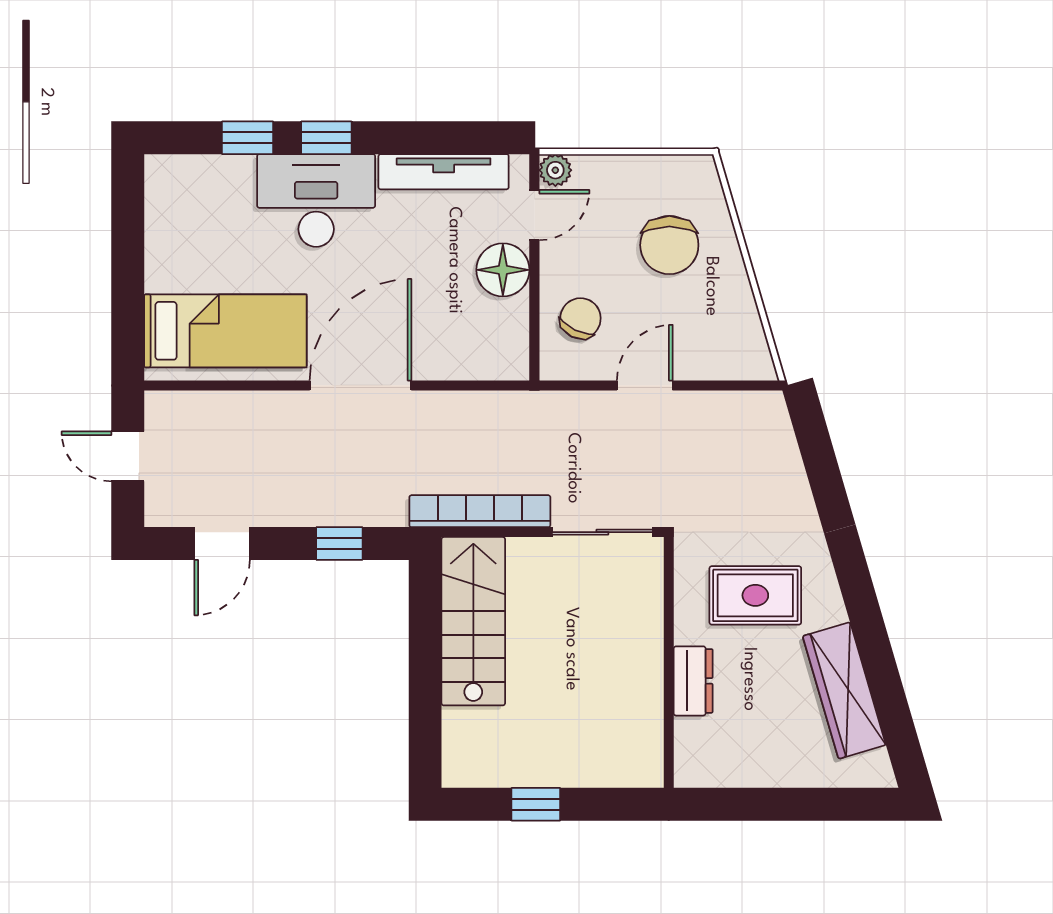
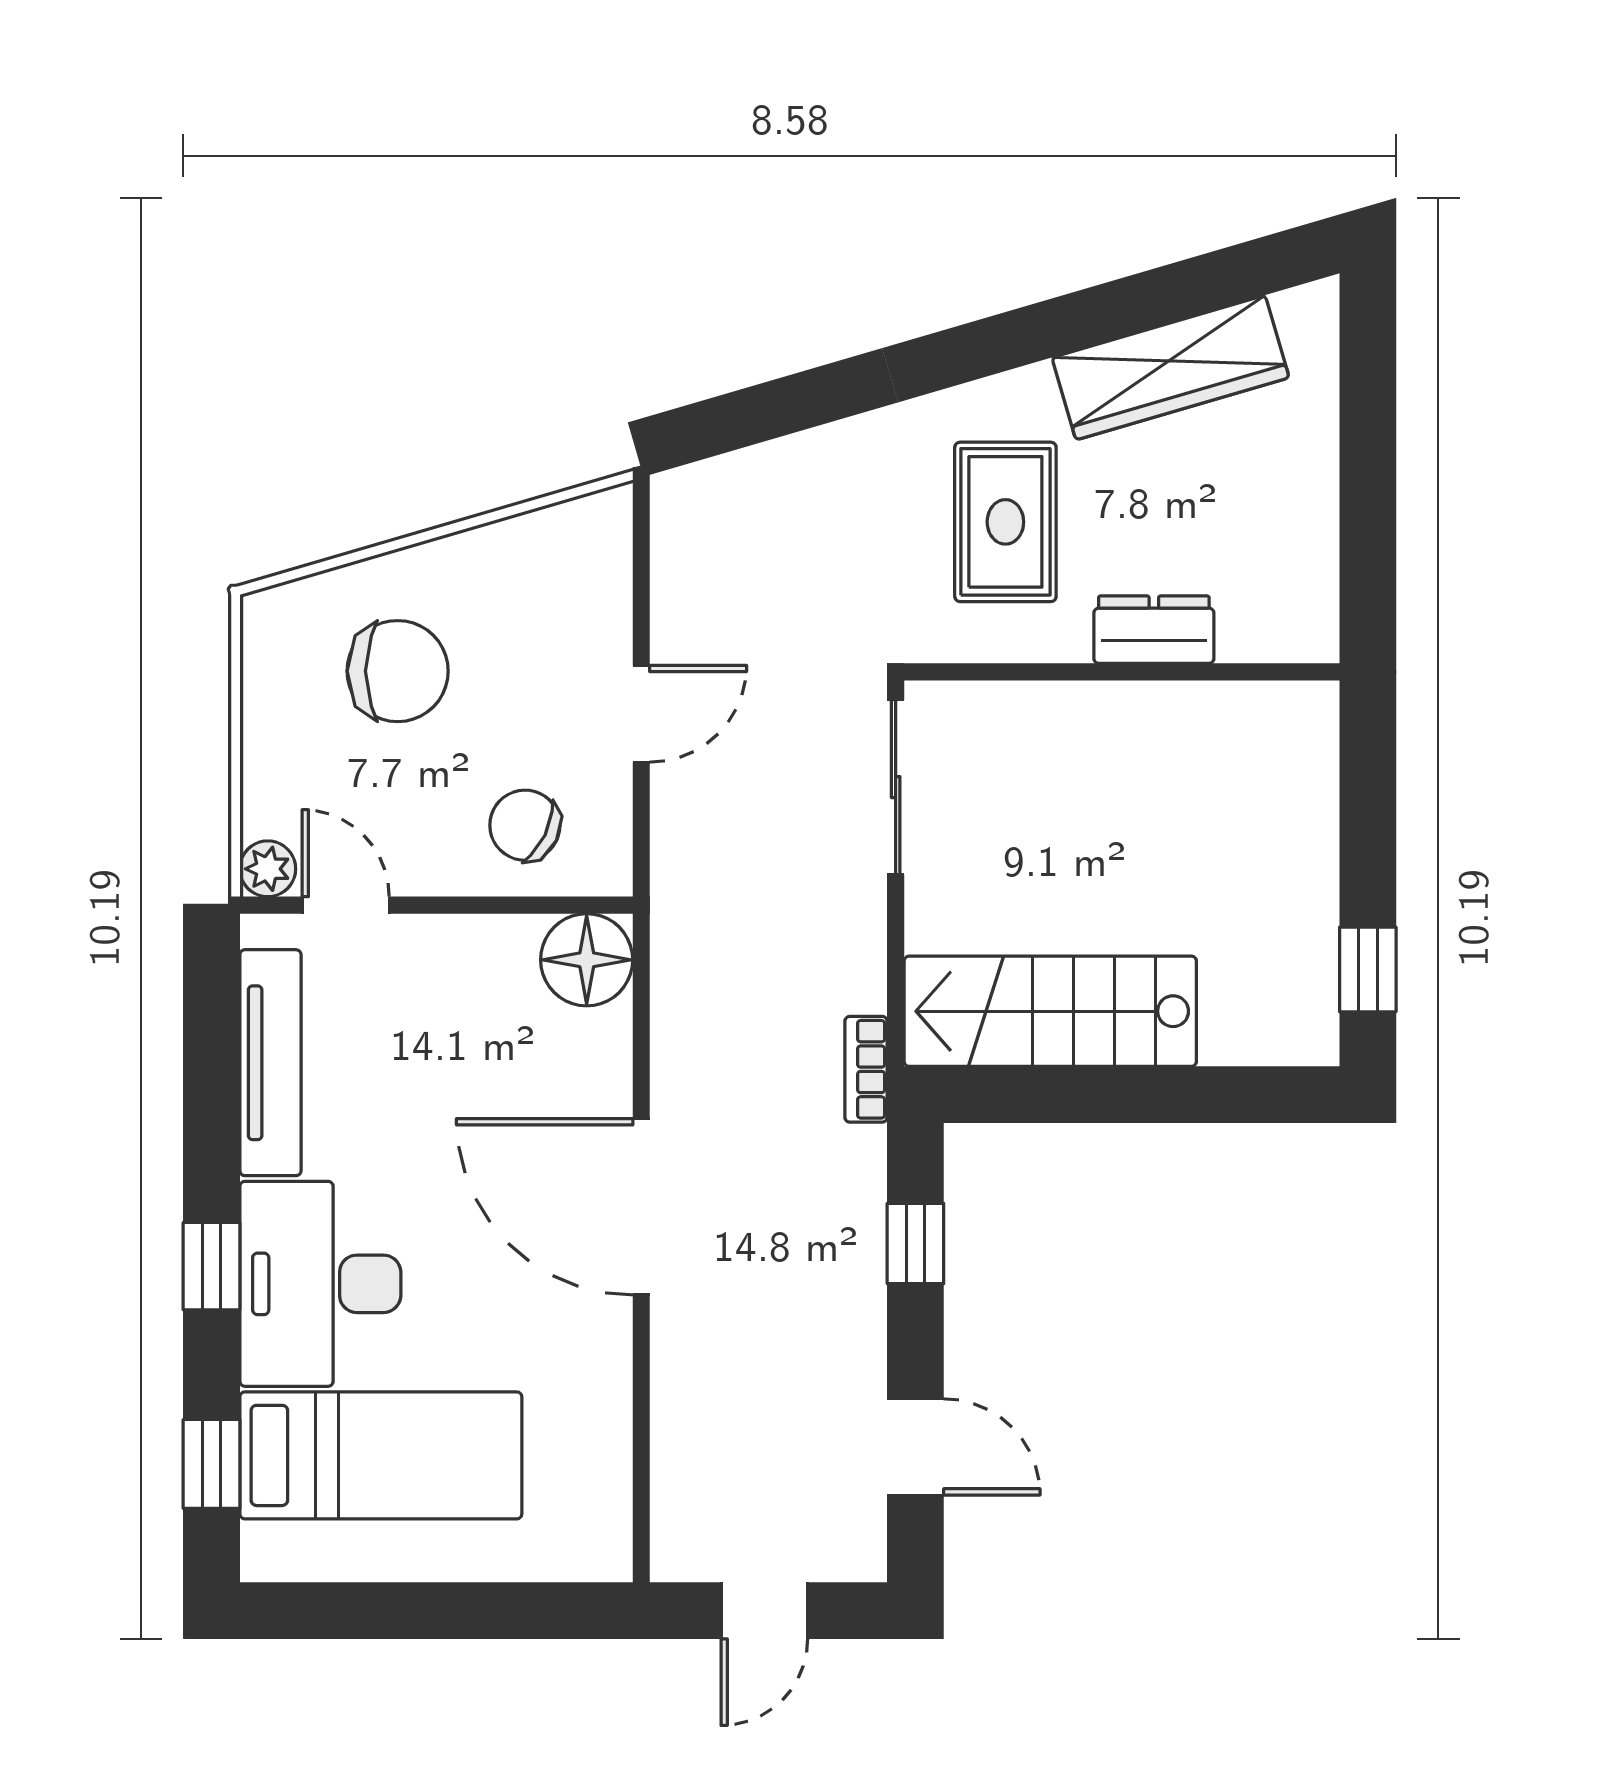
window: (248, 138) -> (212, 1464), moved
floor lamp: (503, 270) -> (587, 960), moved
bed: (225, 331) -> (381, 1455), moved, turned 90
door: (645, 385) -> (641, 714), swing flipped
bookcase: (480, 511) -> (866, 1069), width x0.43, depth x0.76
window: (536, 804) -> (1368, 969), moved

